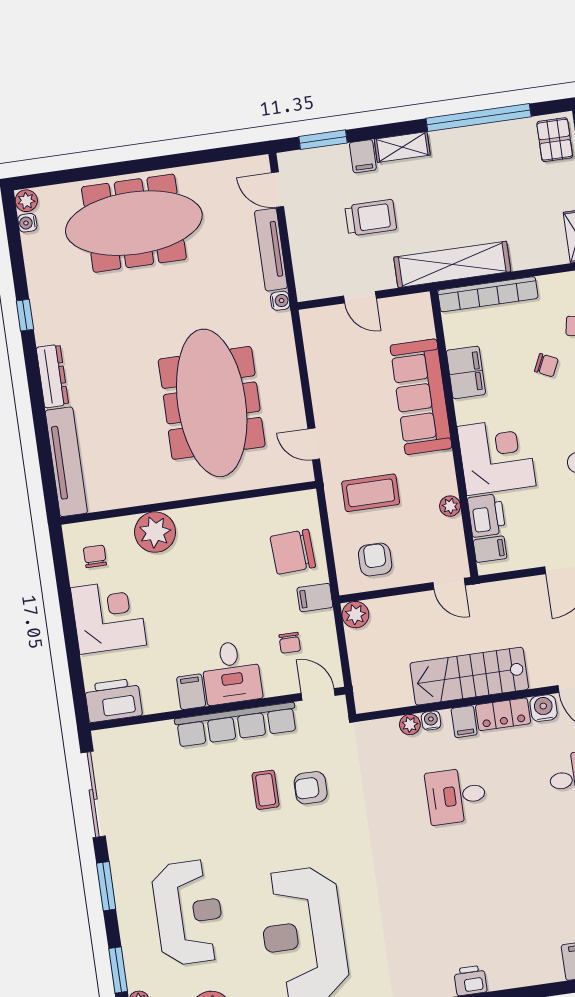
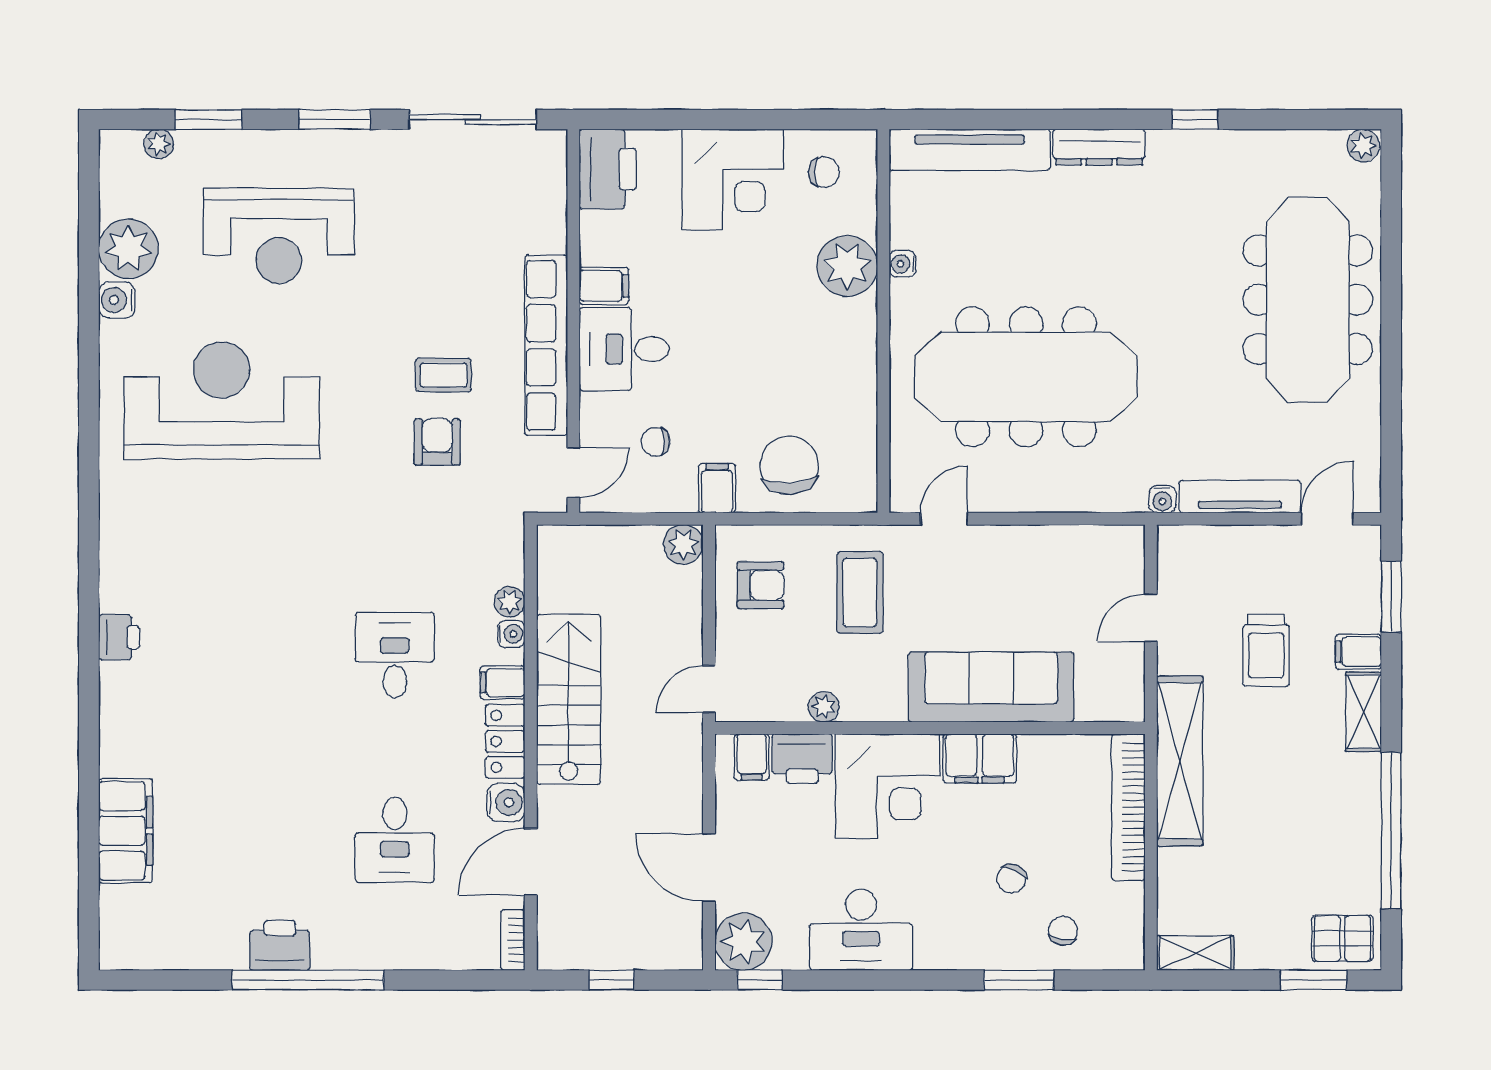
water cooler: (27, 223) -> (903, 264), moved, turned -90
filing cabinet: (466, 372) -> (980, 758), moved

